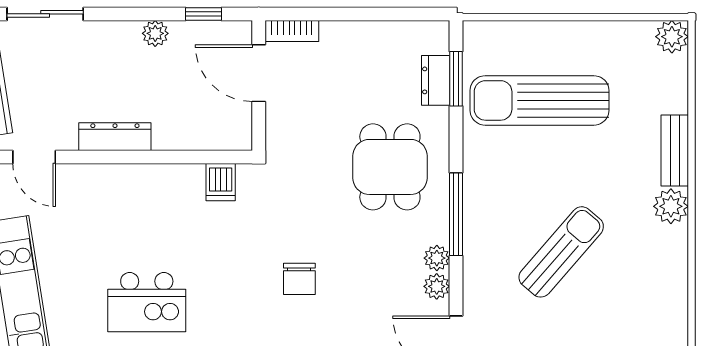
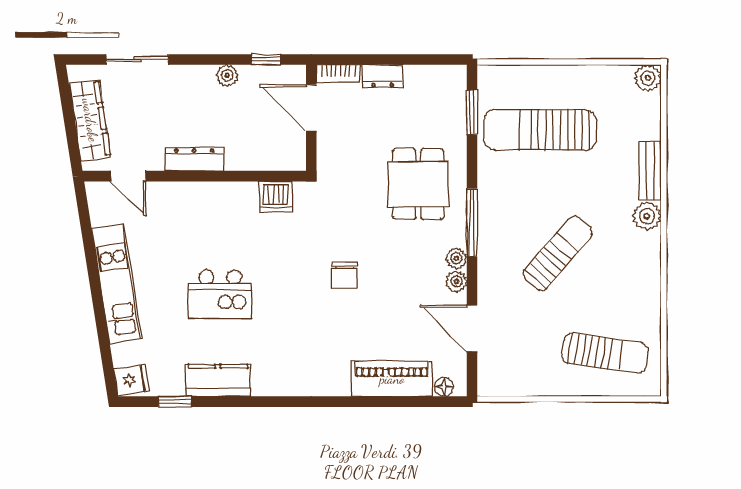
dresser: (436, 80) -> (383, 76), moved, turned -90
dishwasher: (221, 182) -> (276, 196), width x1.38

